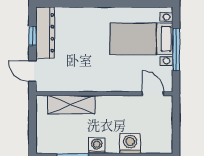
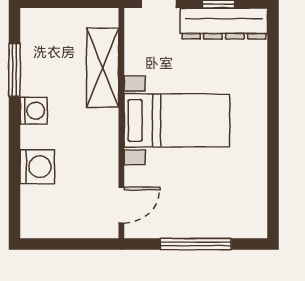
bed with nightstands: (141, 39) -> (177, 120), moved, turned 90

